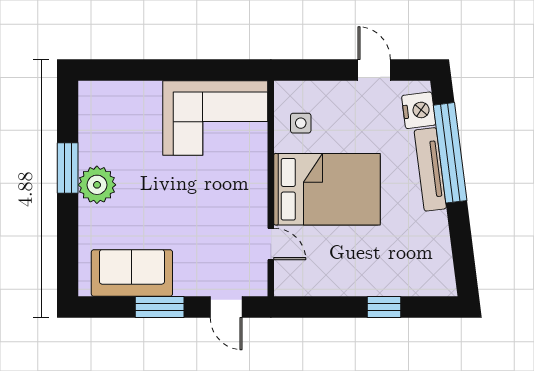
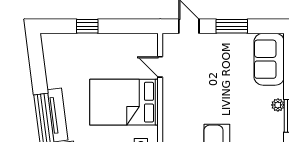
plant: (97, 185) -> (278, 105), width x0.53, depth x0.53
sofa: (132, 273) -> (269, 59), moved, turned 90

